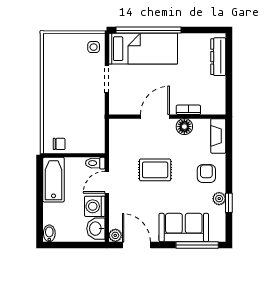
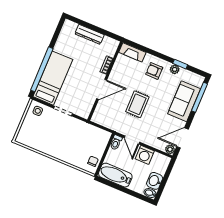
dresser: (218, 57) -> (89, 34), moved
door: (155, 117) -> (102, 89), swing flipped
floor lamp: (184, 127) -> (117, 72), removed
washbasin: (96, 229) -> (155, 181), moved, turned 90

